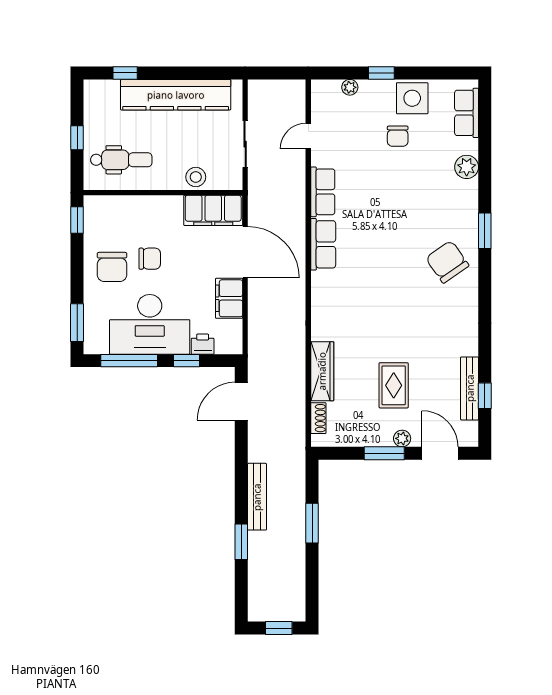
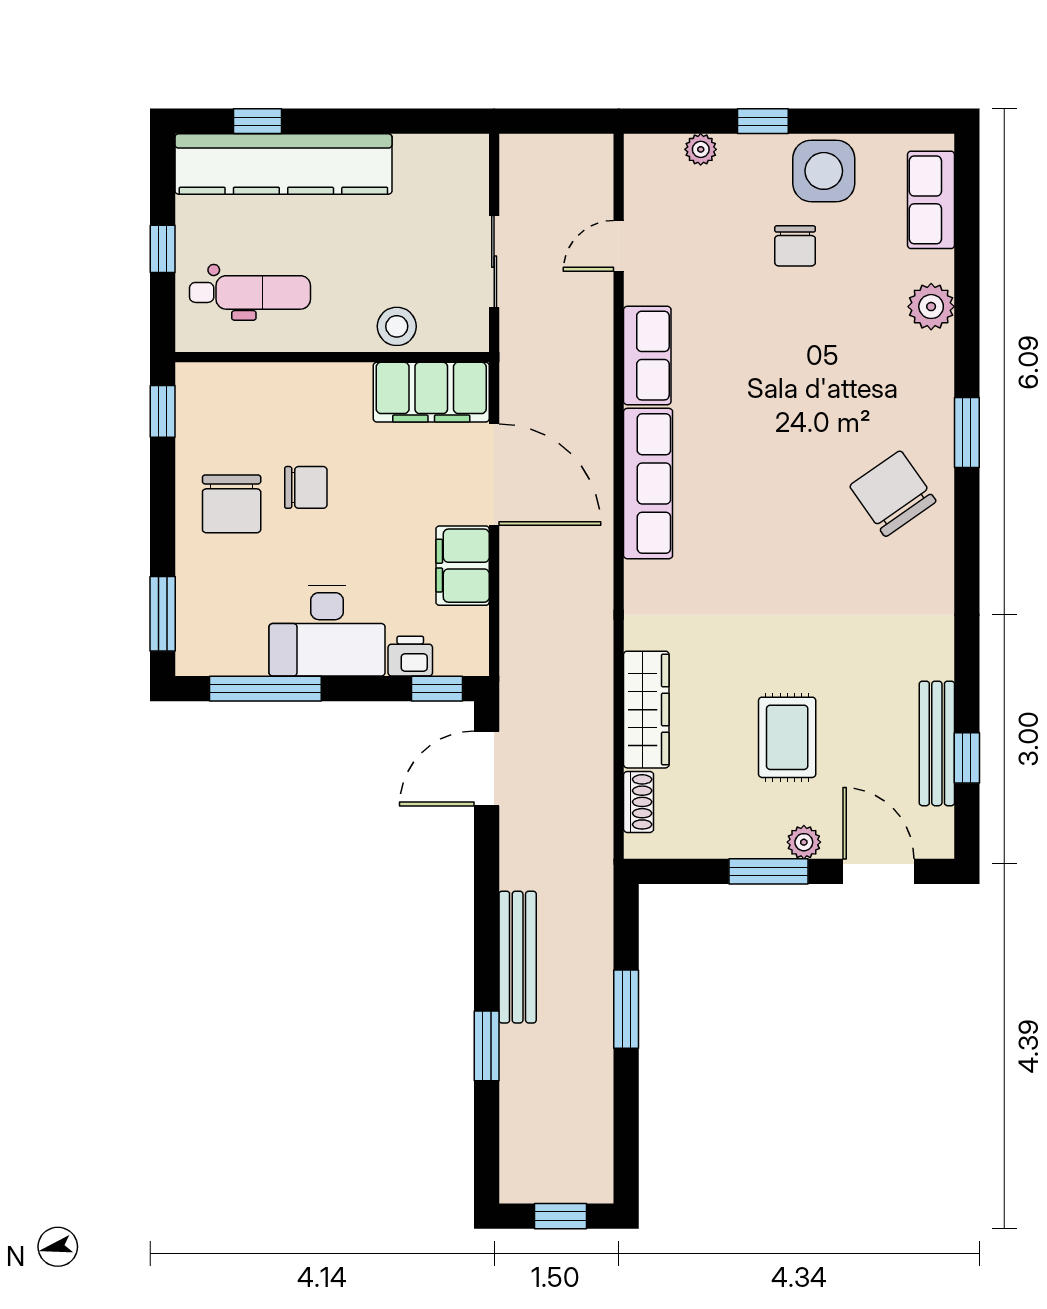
kitchen counter: (176, 95) -> (283, 164), moved
row of seats: (323, 244) -> (648, 484), width x1.48
desk: (150, 324) -> (327, 631), width x0.73, depth x0.77
window: (187, 361) -> (437, 689), moved

